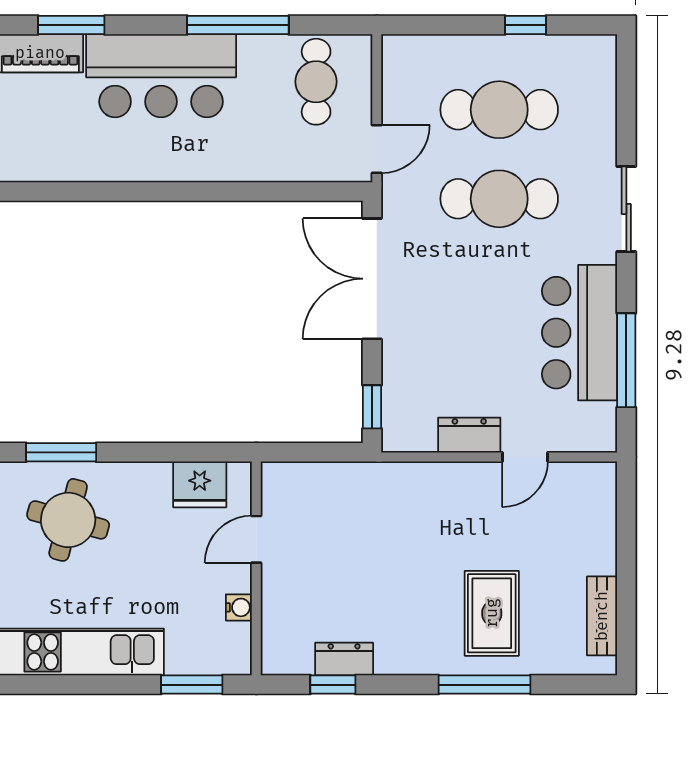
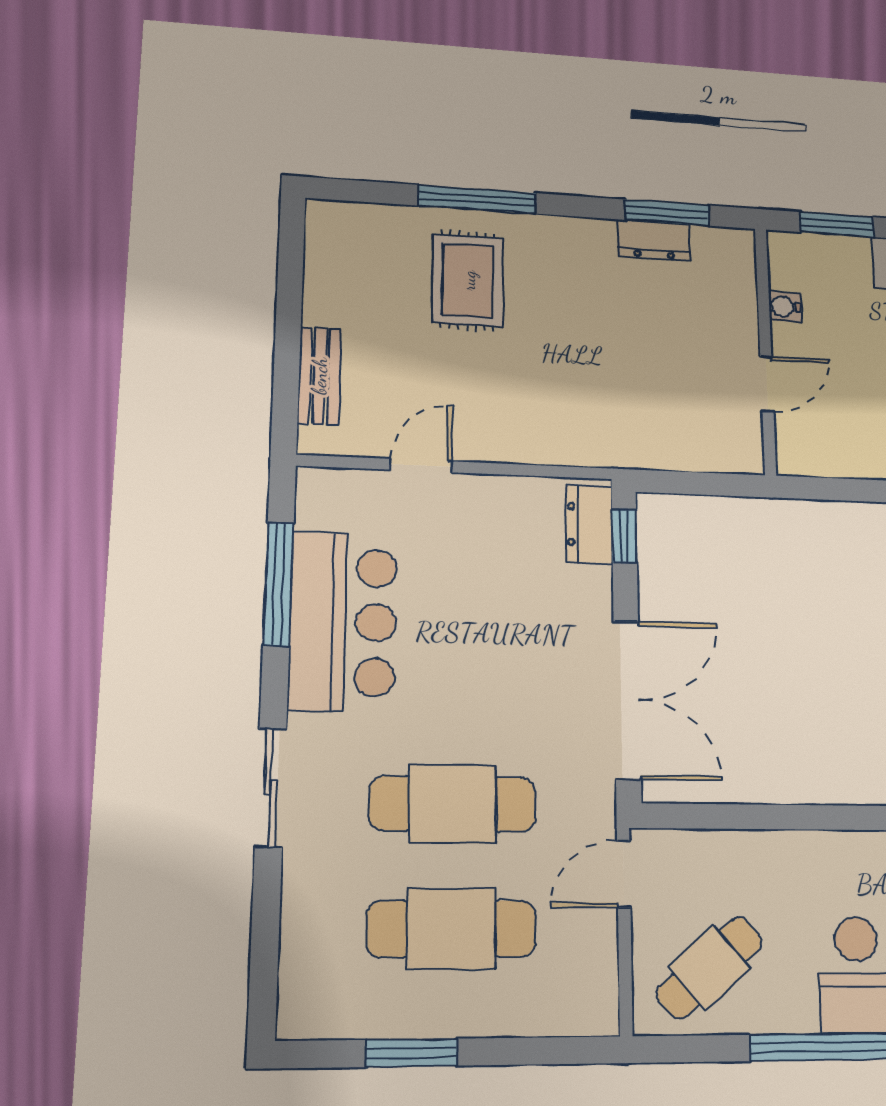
window: (525, 25) -> (412, 1053), width x1.50
cafe table: (316, 82) -> (709, 968), turned 49
dresser: (469, 435) -> (589, 525), moved, turned 90
fridge: (200, 484) -> (840, 451), removed
bench: (602, 616) -> (319, 376), moved
window: (333, 685) -> (667, 213), width x1.50

